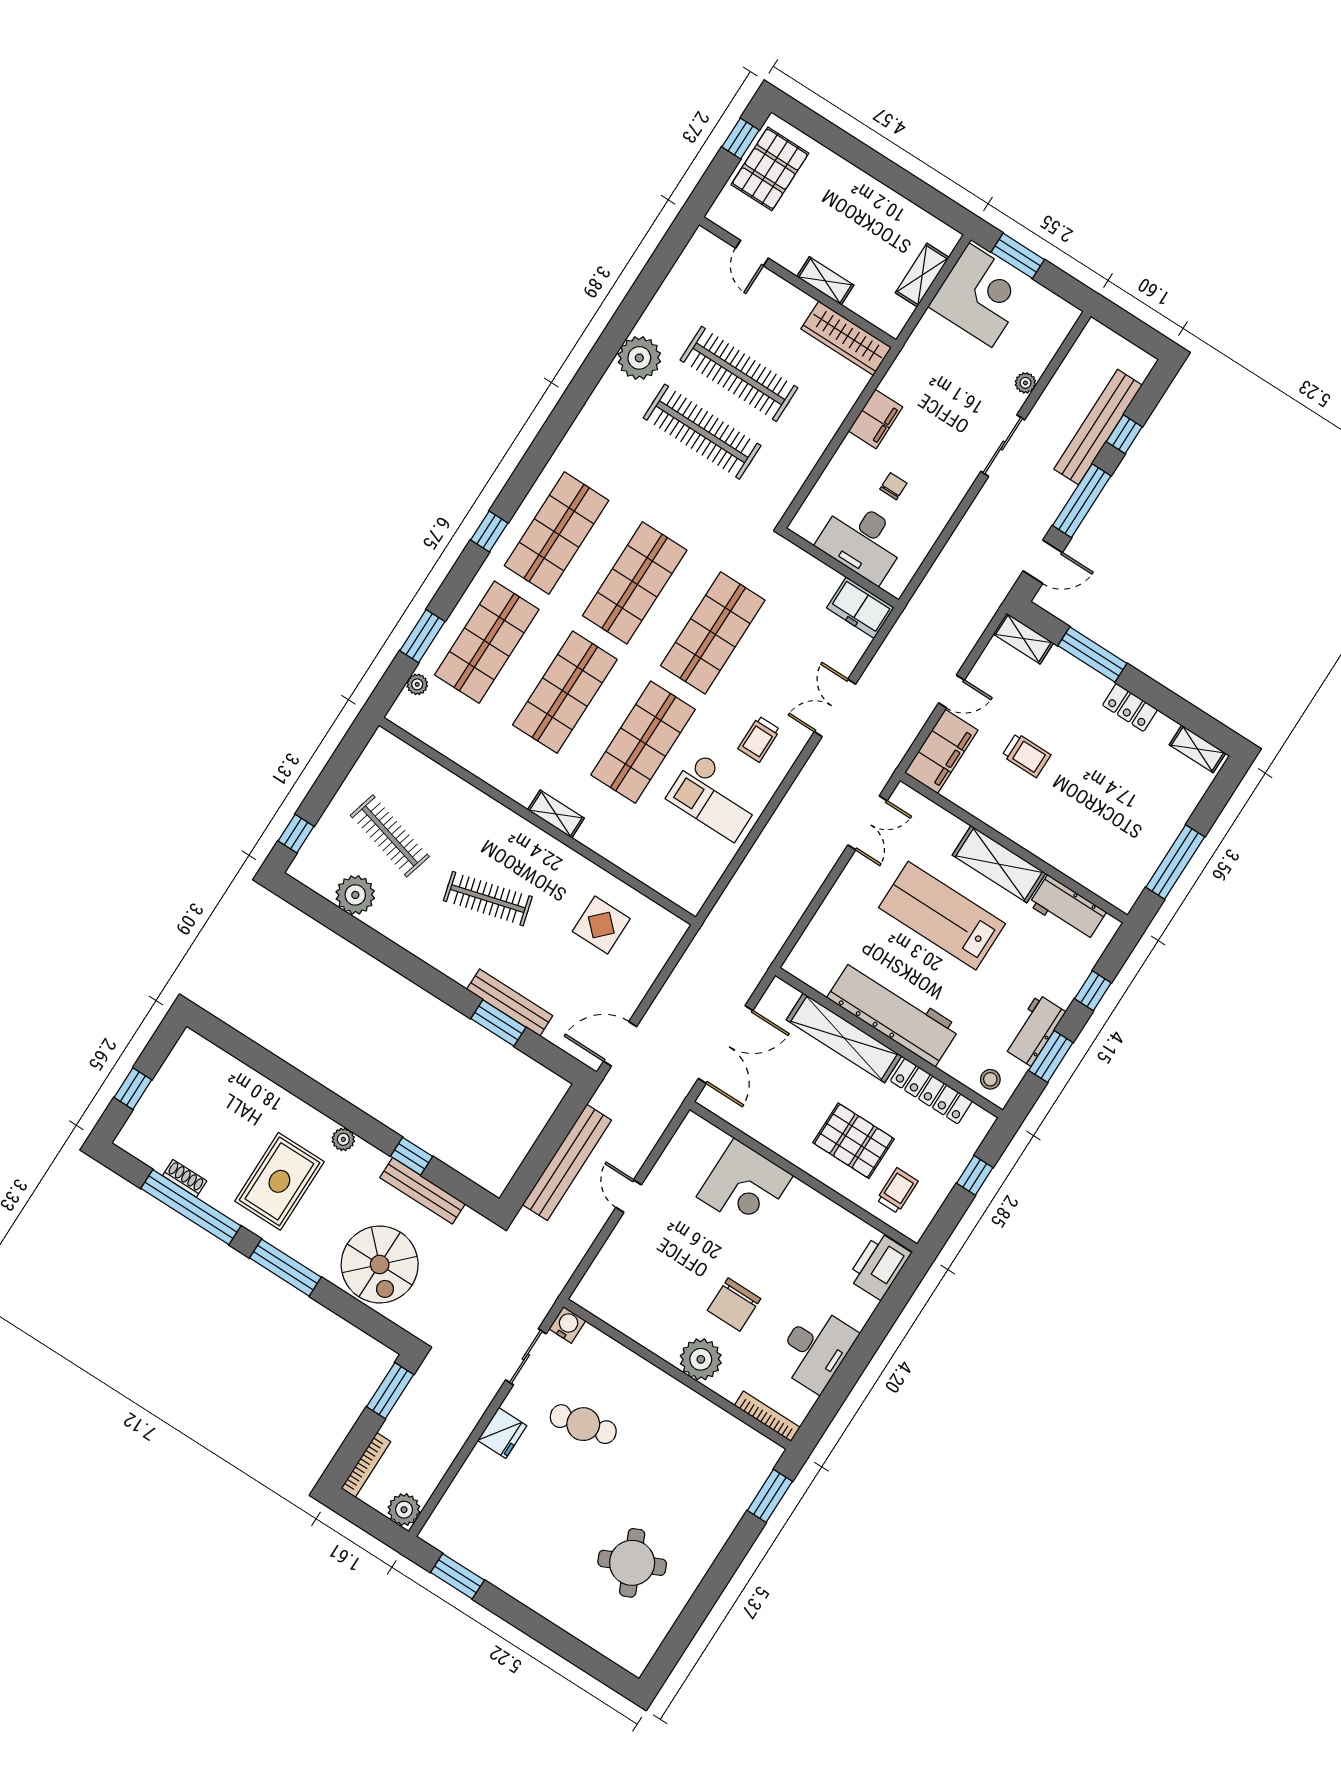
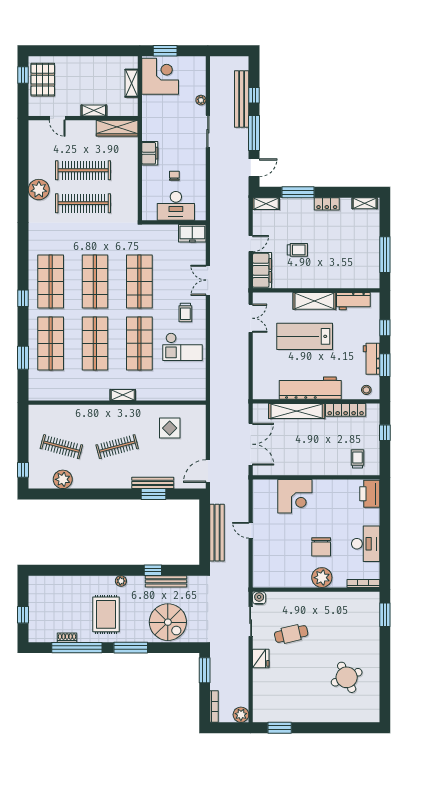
plant: (417, 684) -> (33, 378), removed
pallet: (854, 1141) -> (327, 450), removed

